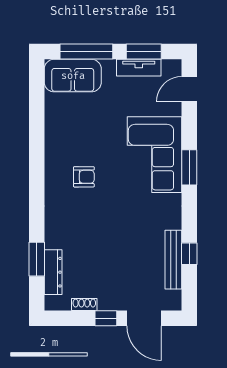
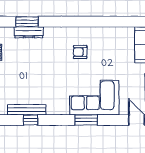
armchair: (84, 177) -> (80, 52), turned 90
dresser: (53, 272) -> (29, 32), moved

